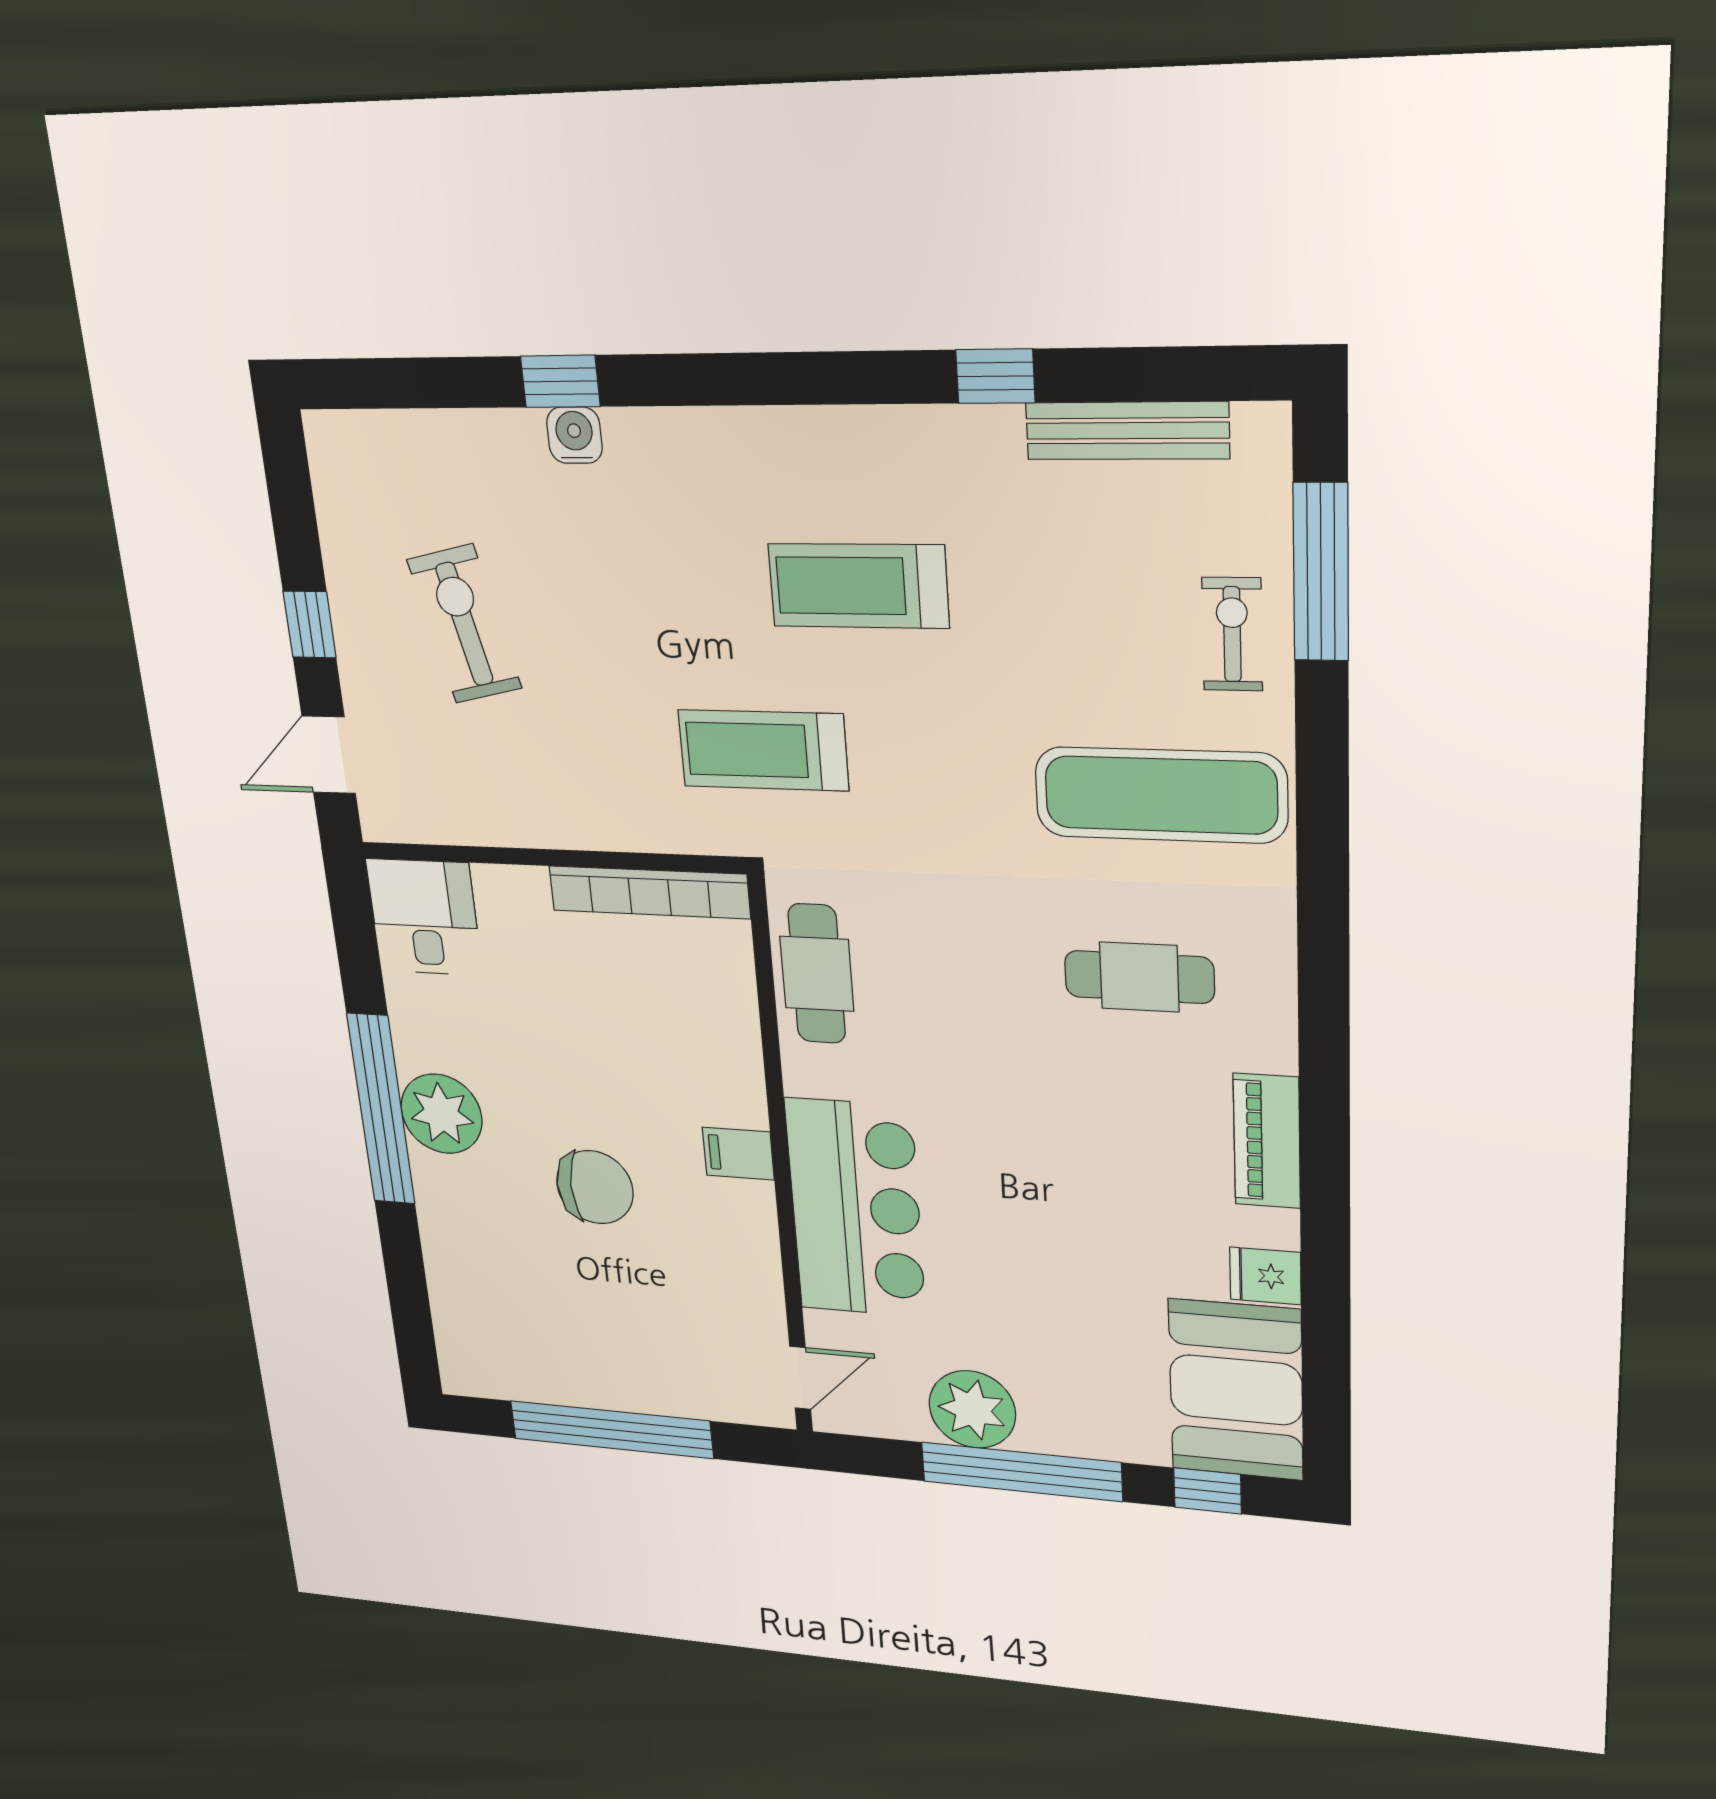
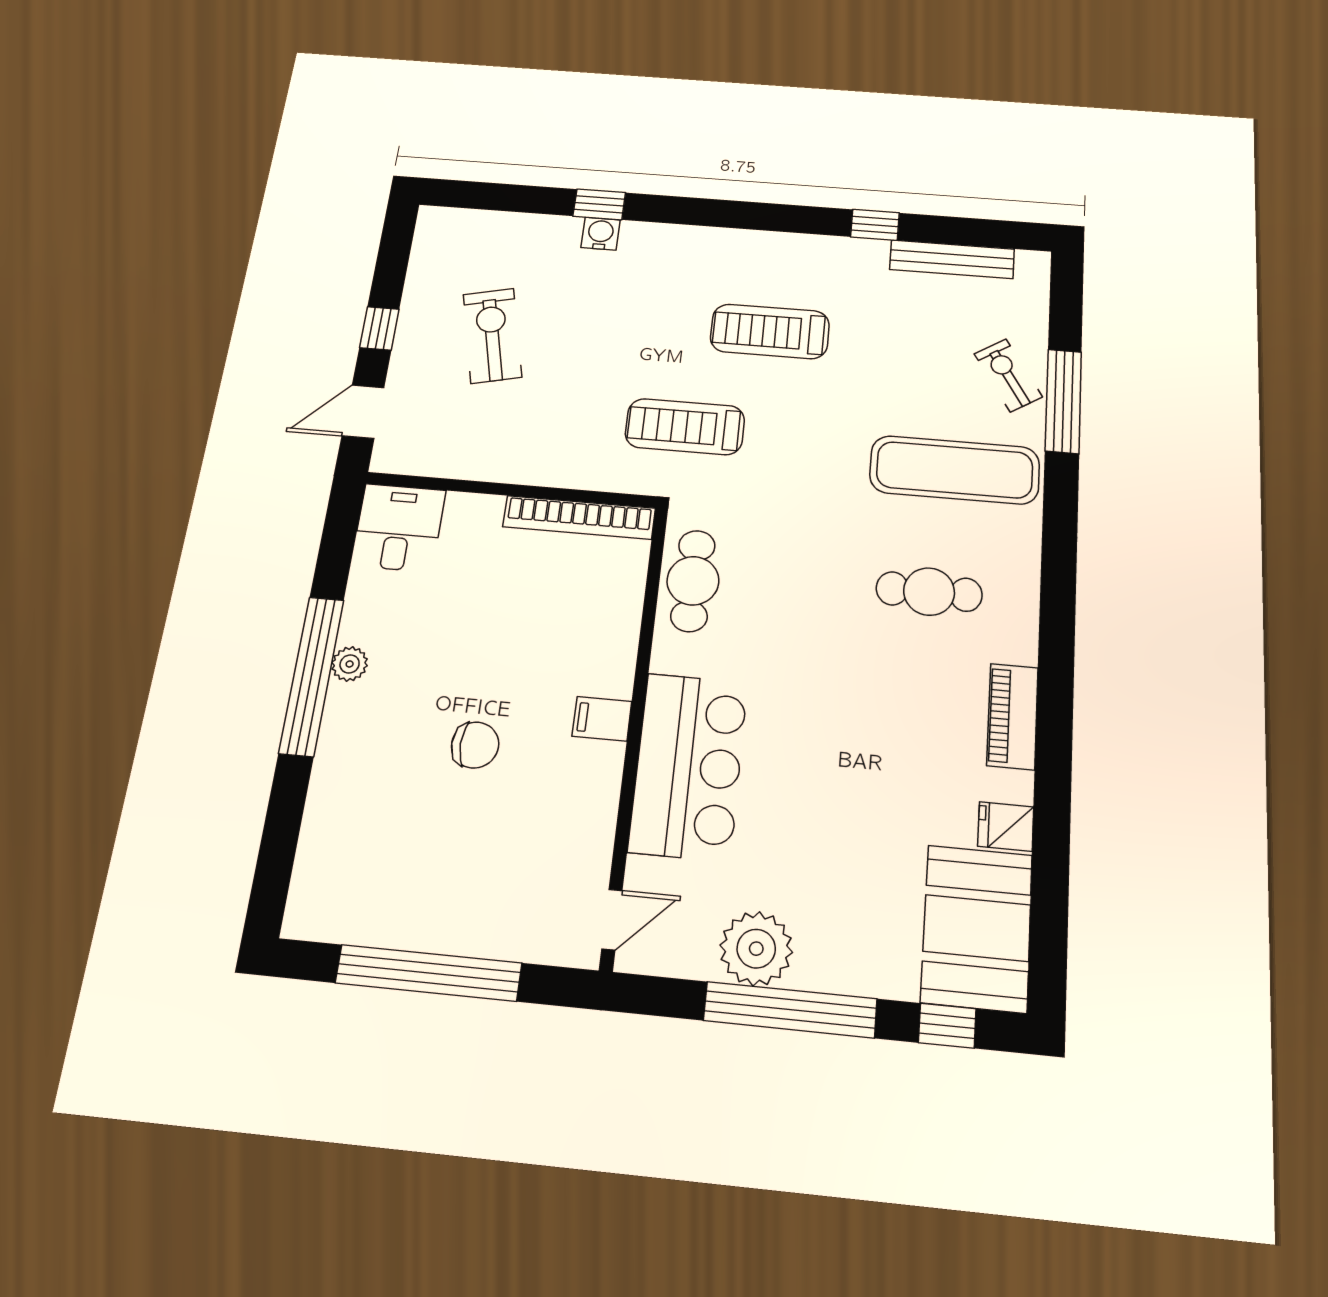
window: (1321, 572) -> (1063, 401), moved
exercise bike: (1232, 634) -> (1008, 375), turned -32
plant: (441, 1114) -> (350, 664), width x0.53, depth x0.53
chair: (595, 1187) -> (475, 745), width x0.73, depth x0.73

